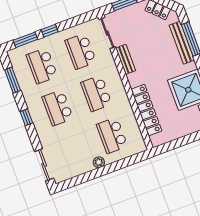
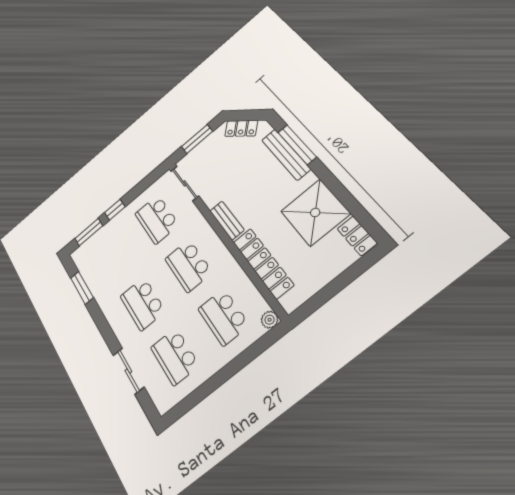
bench: (126, 59) -> (227, 220), moved
school desk: (42, 66) -> (175, 356), moved
window: (26, 117) -> (106, 331), removed
plant: (99, 162) -> (270, 320), moved
sliding door: (44, 165) -> (128, 371), moved

